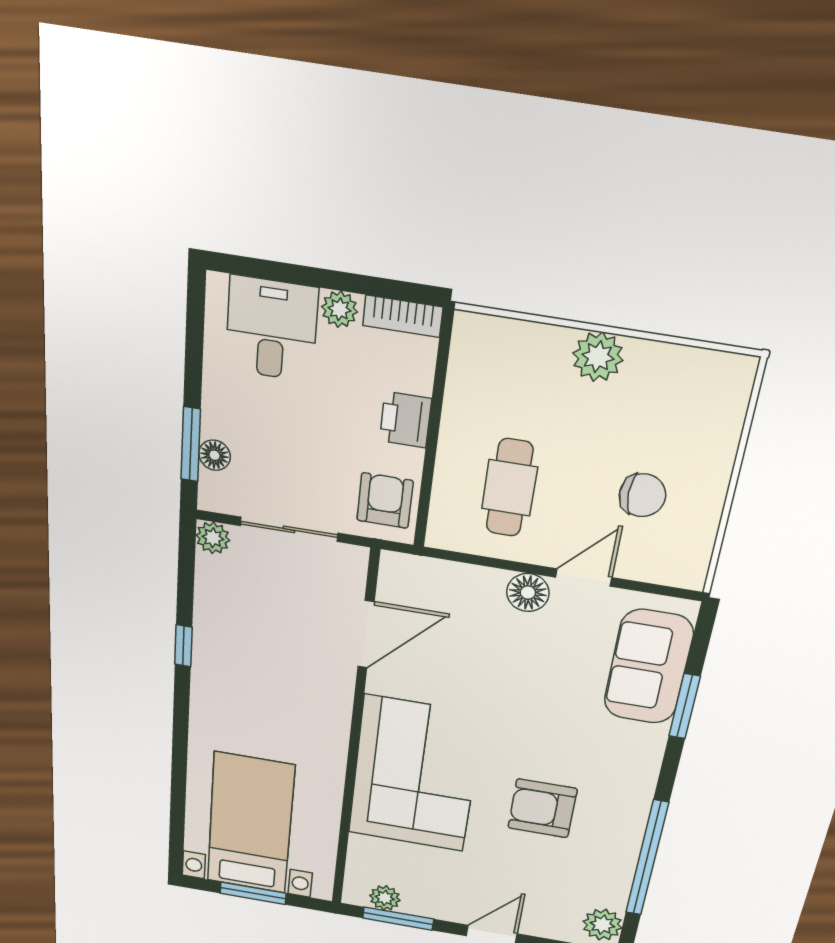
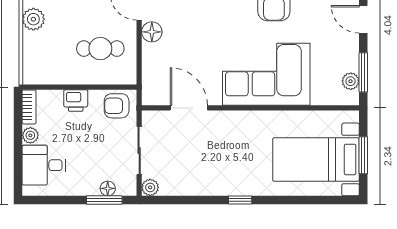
window: (183, 646) -> (240, 200), moved

